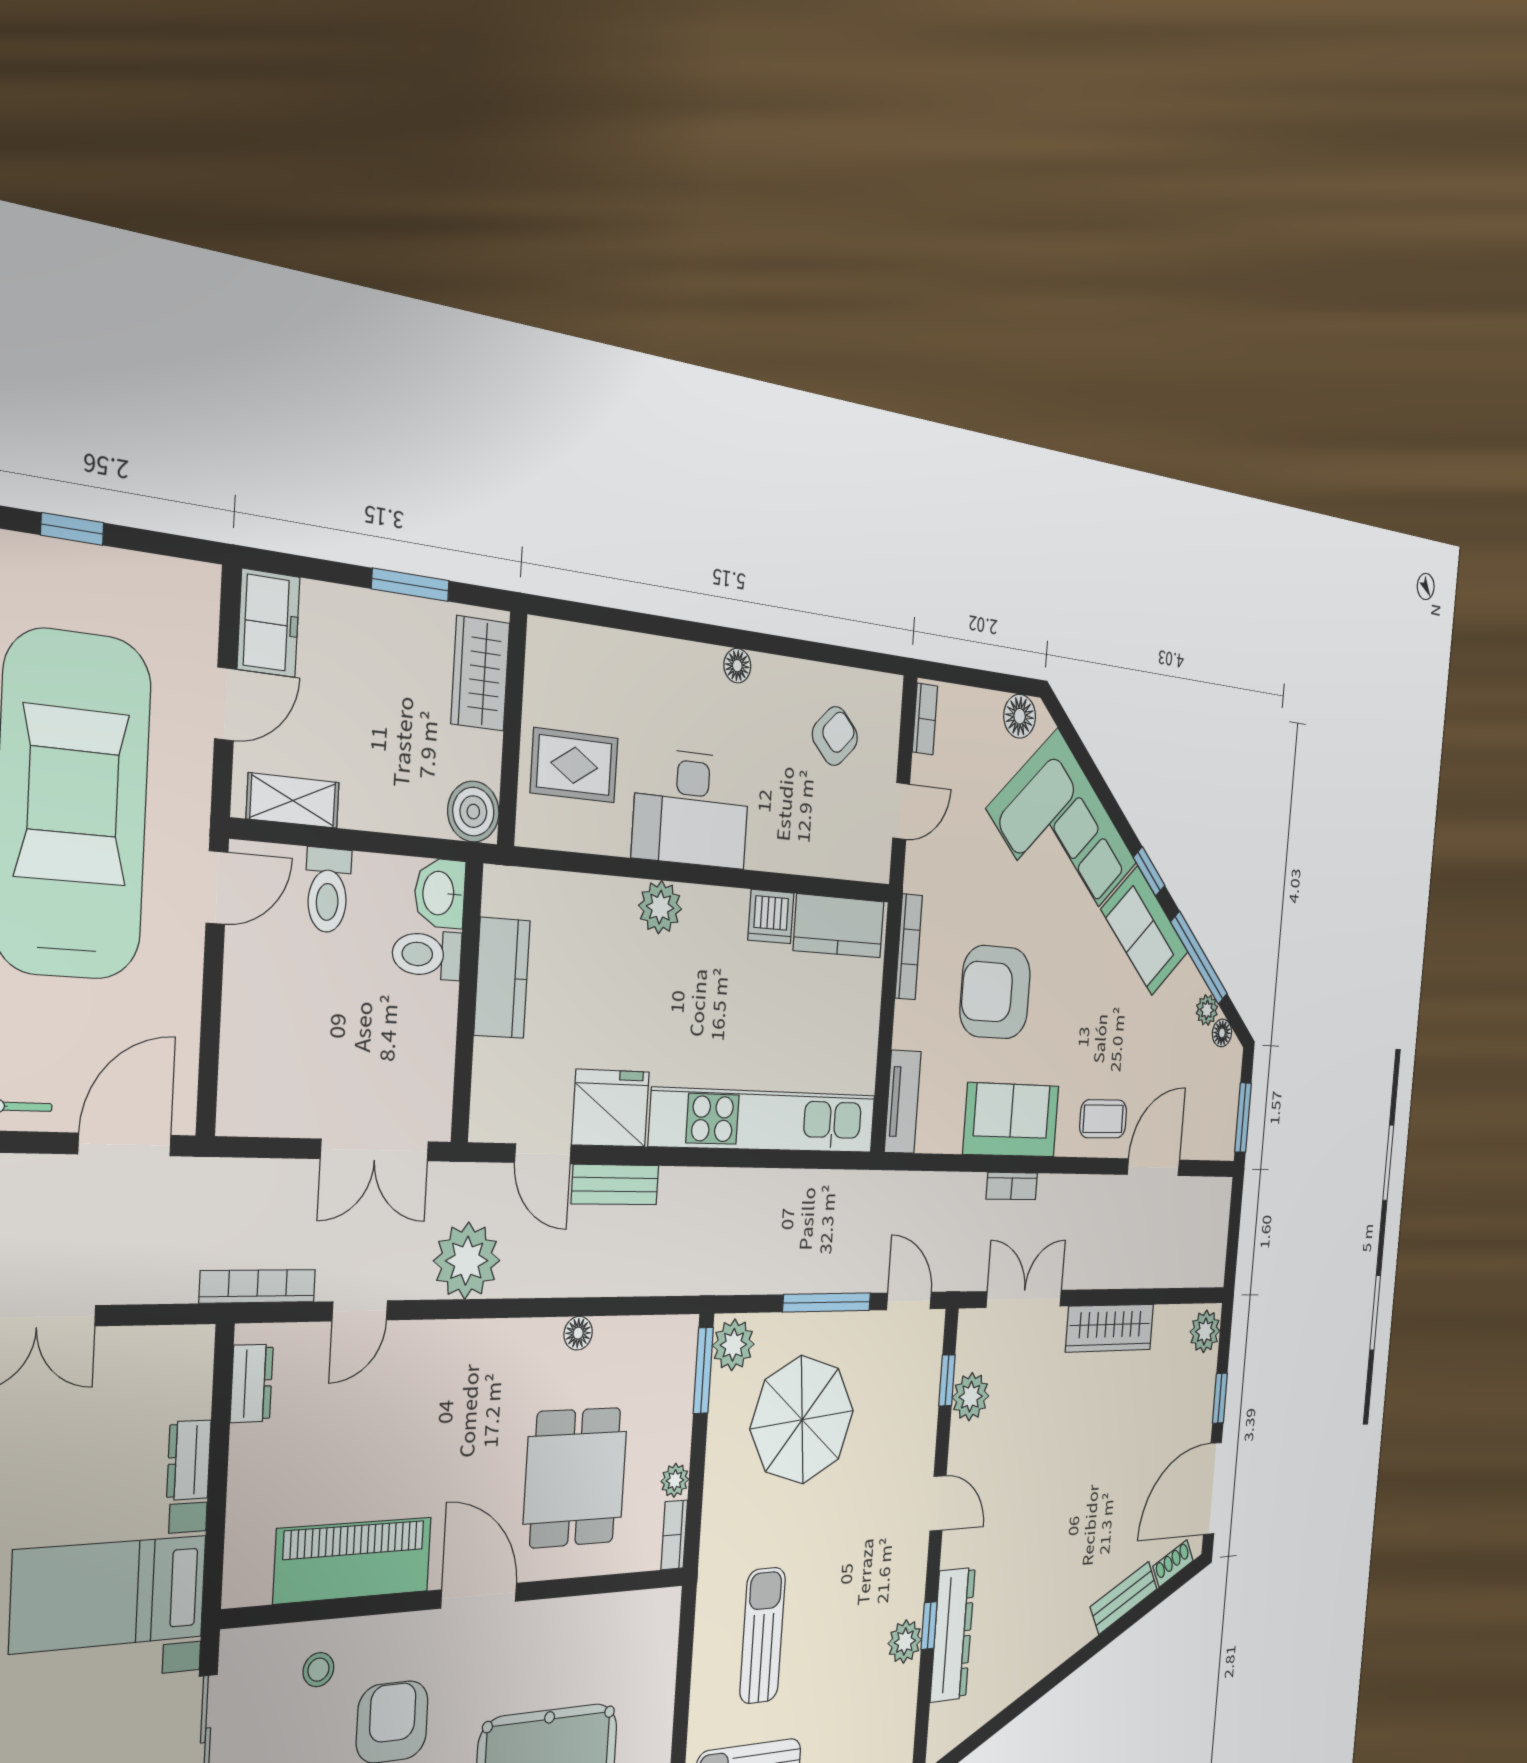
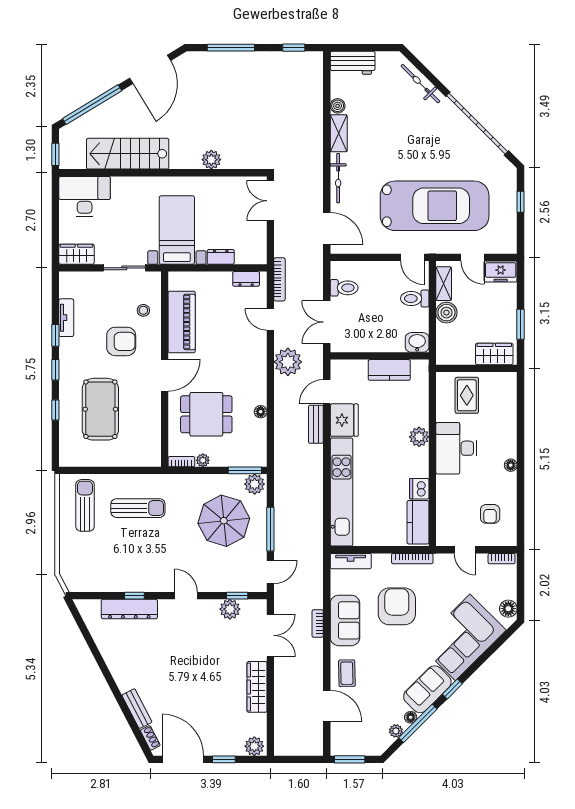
armchair: (835, 736) -> (490, 514), turned 45
boiler: (473, 812) -> (446, 313), moved
toilet: (427, 955) -> (344, 288), moved, turned 90
floor lamp: (1222, 1033) -> (411, 717), moved
door: (938, 1503) -> (186, 596), swing flipped
plant: (905, 1642) -> (129, 583), removed

